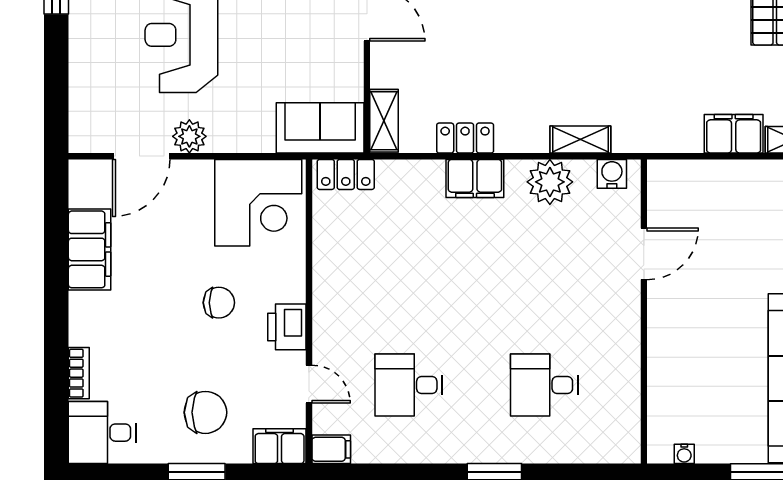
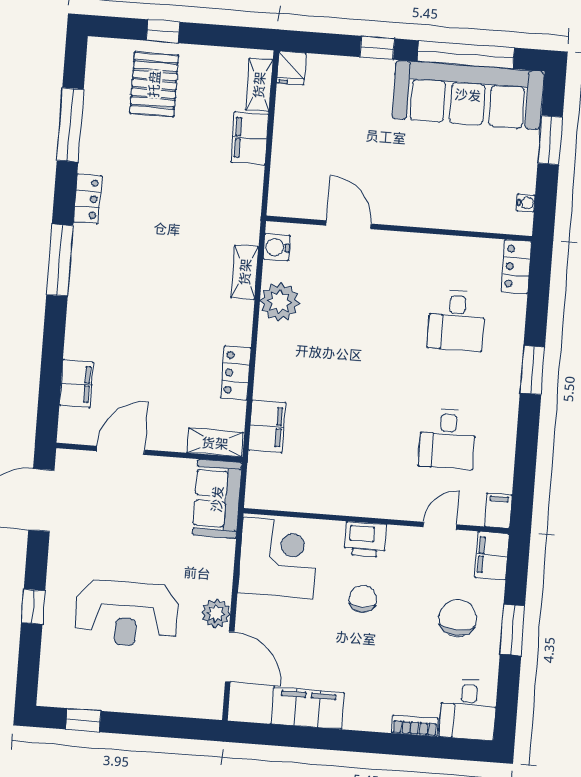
locker: (346, 174) -> (516, 267), moved, turned 180
filing cabinet: (475, 179) -> (267, 426), moved
printer: (287, 327) -> (365, 539), moved

